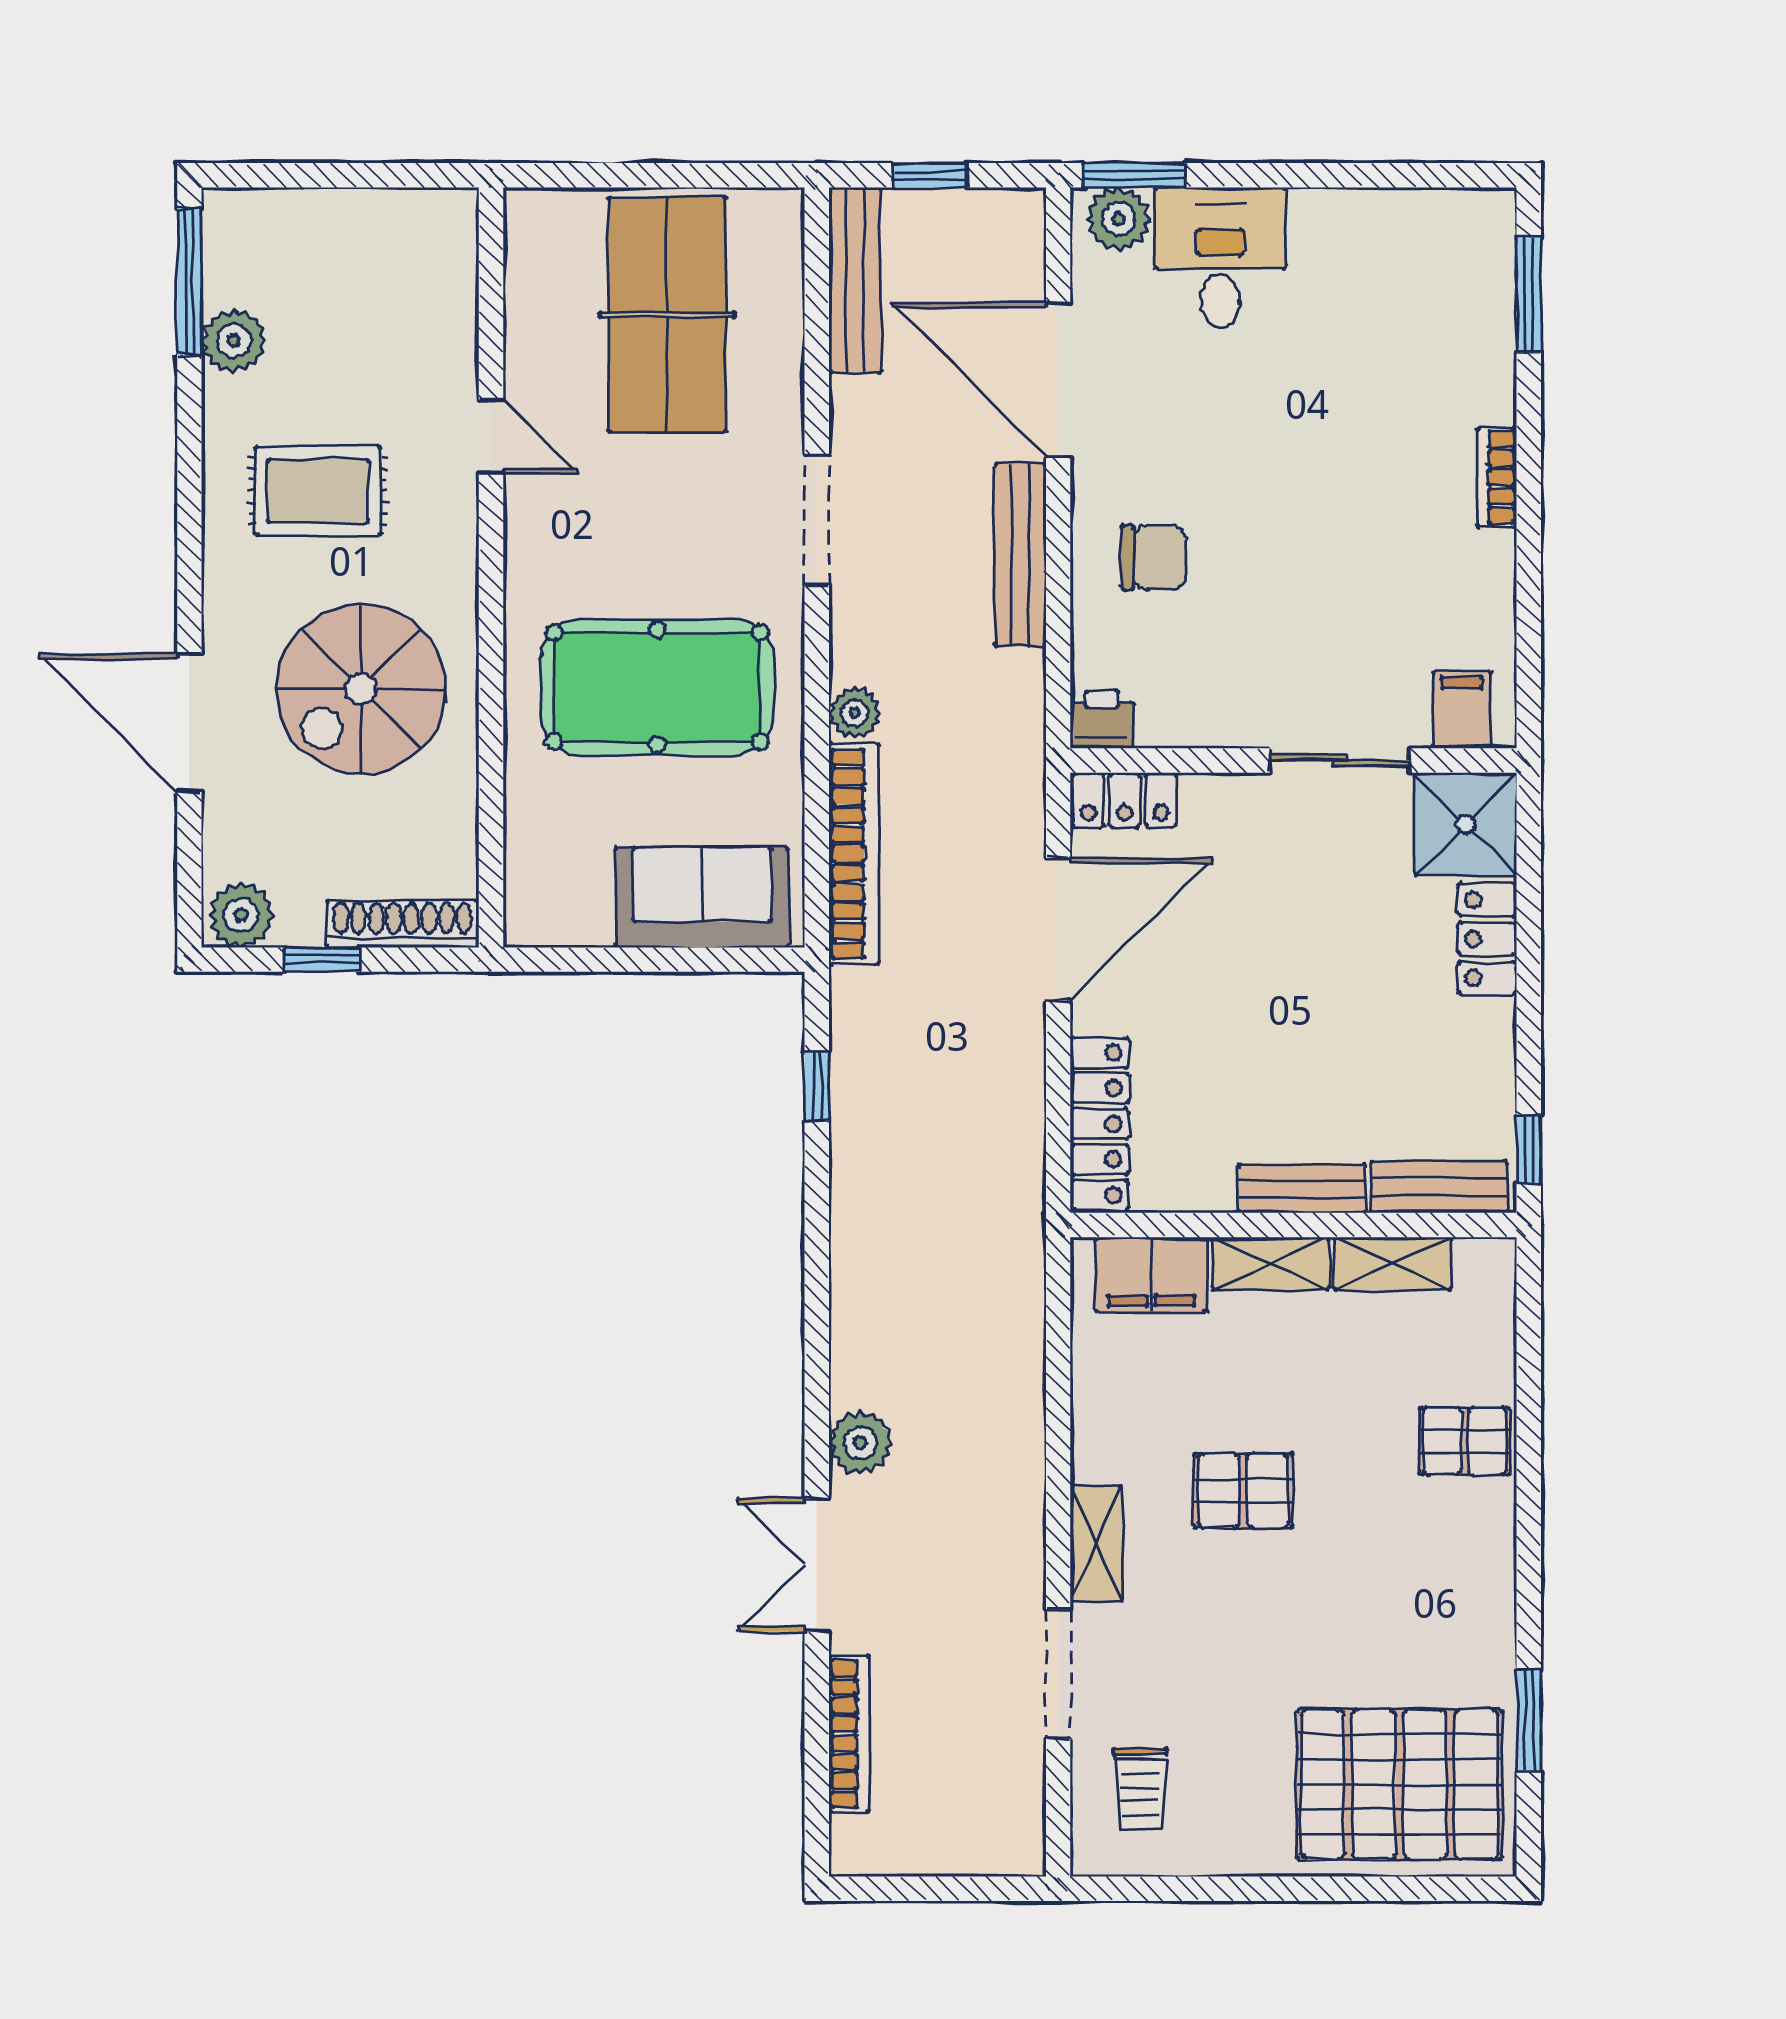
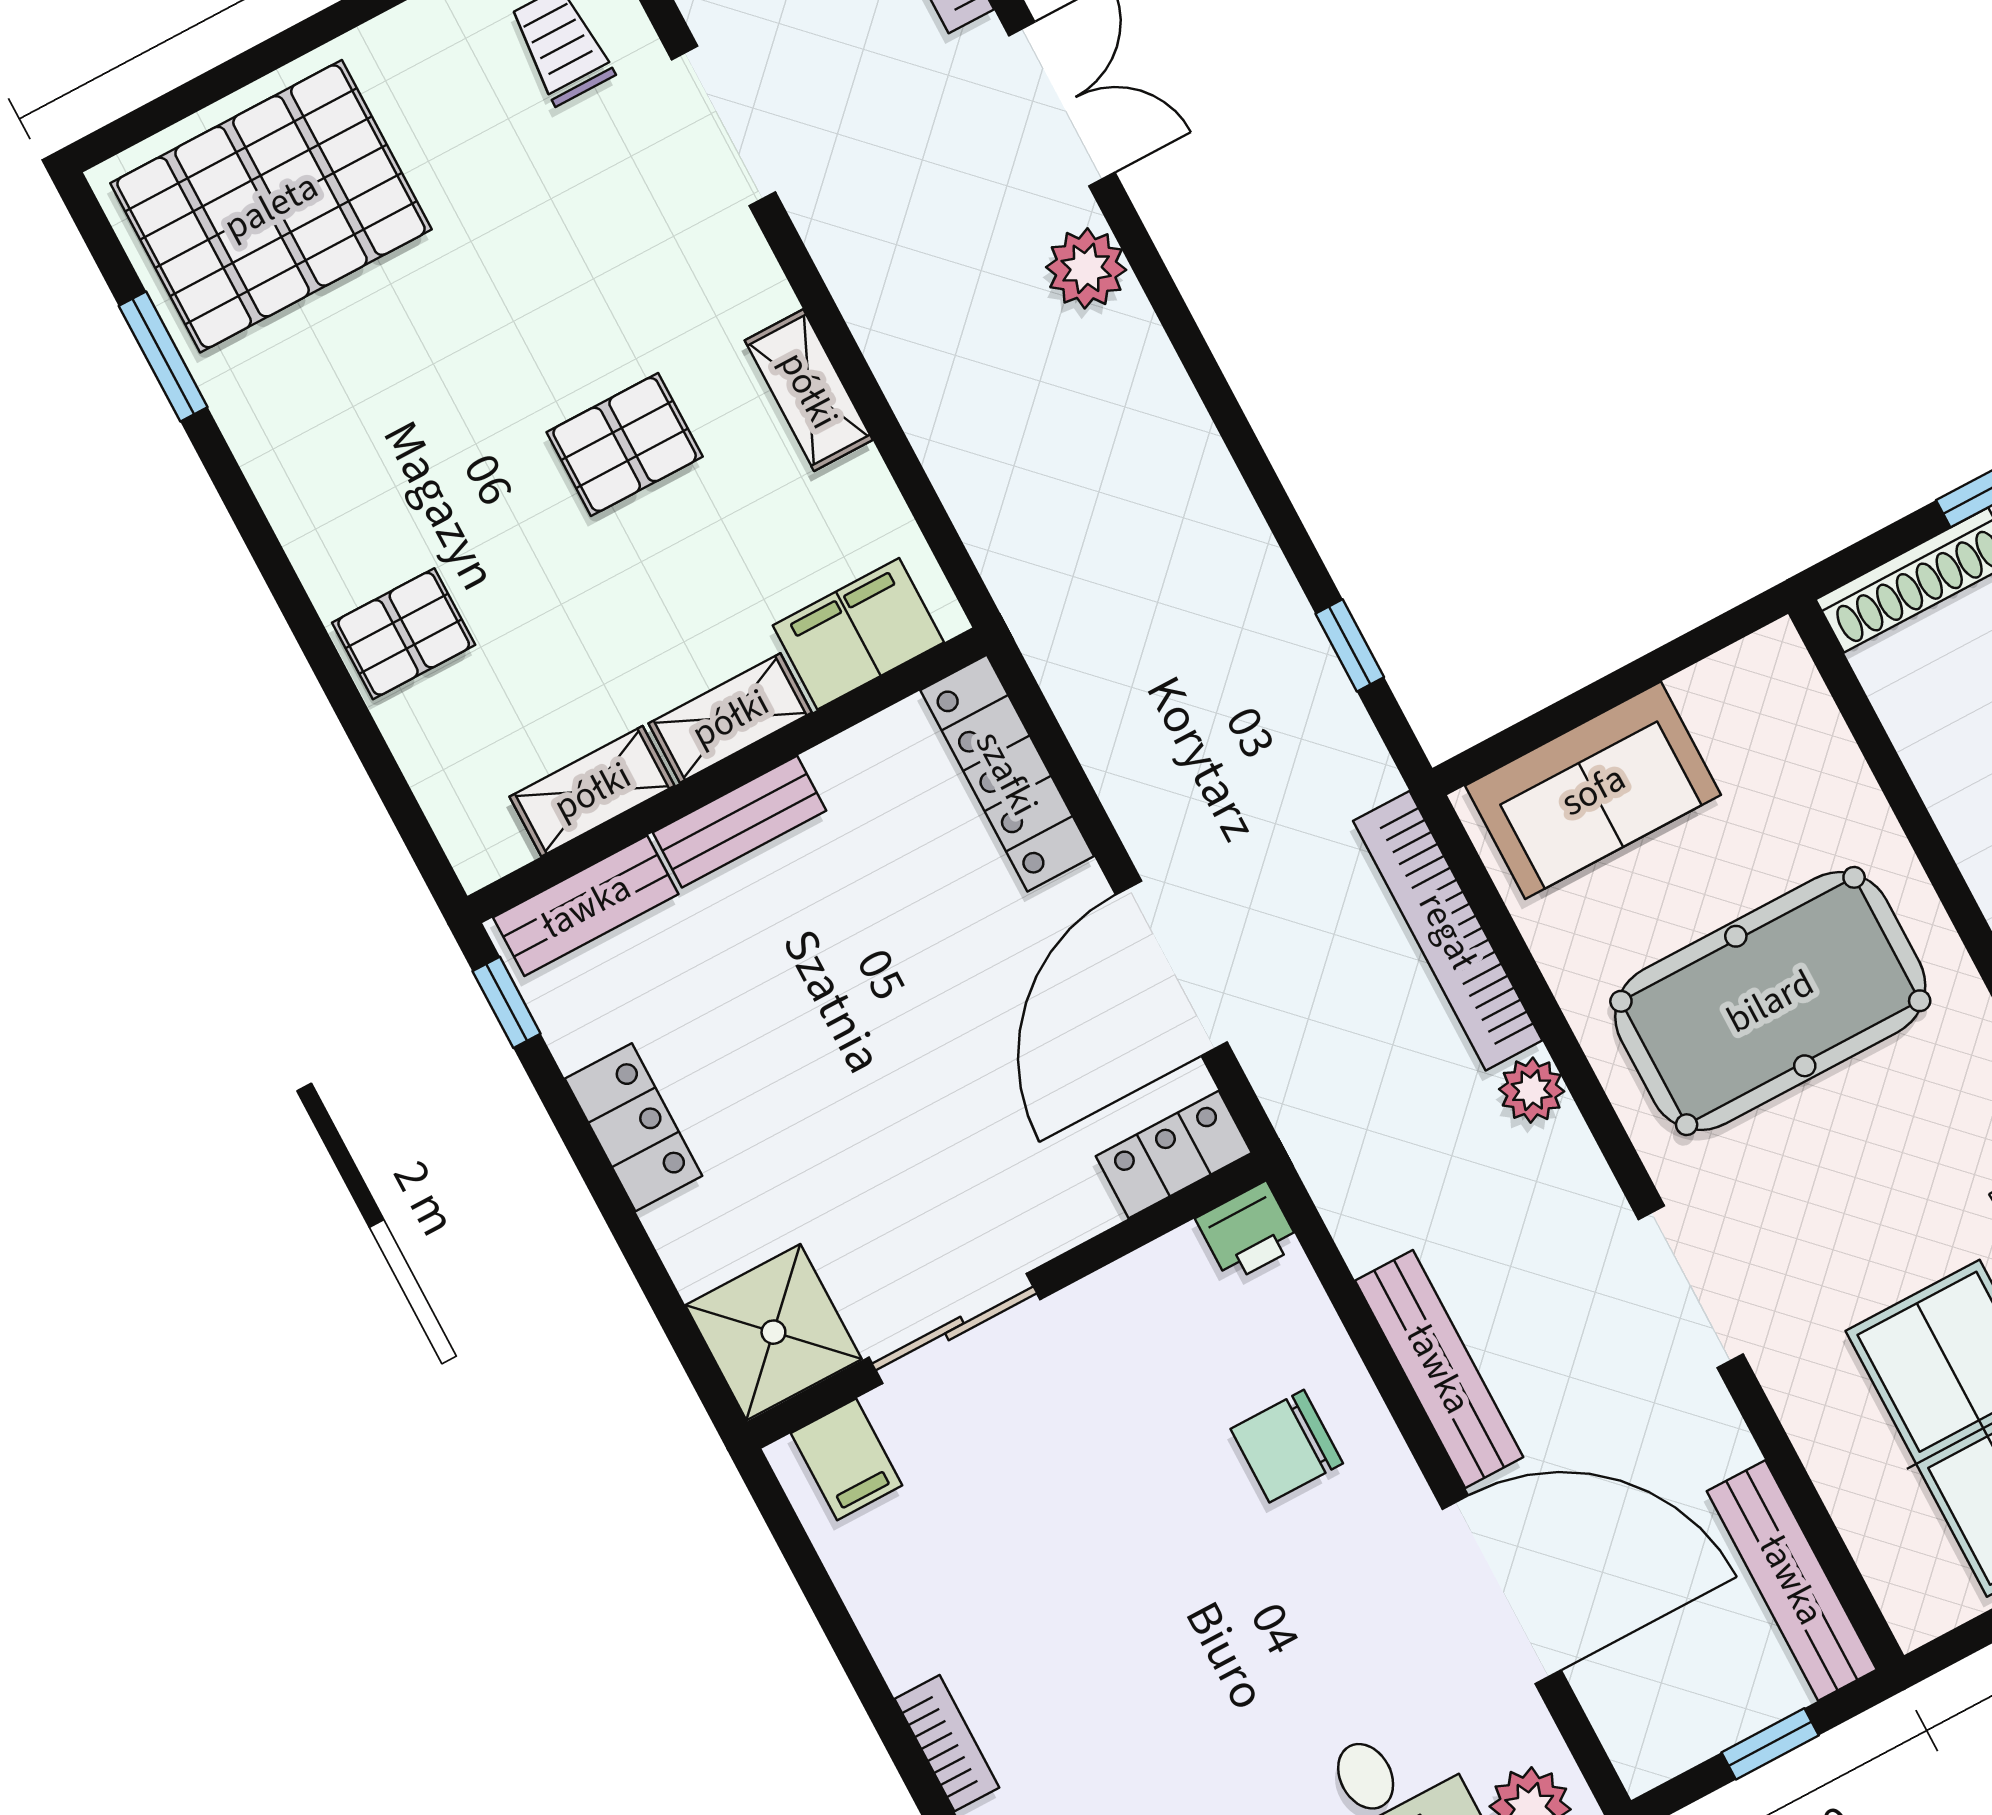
locker: (1487, 939) -> (634, 1127), moved
shelving: (1096, 1544) -> (809, 390), moved

